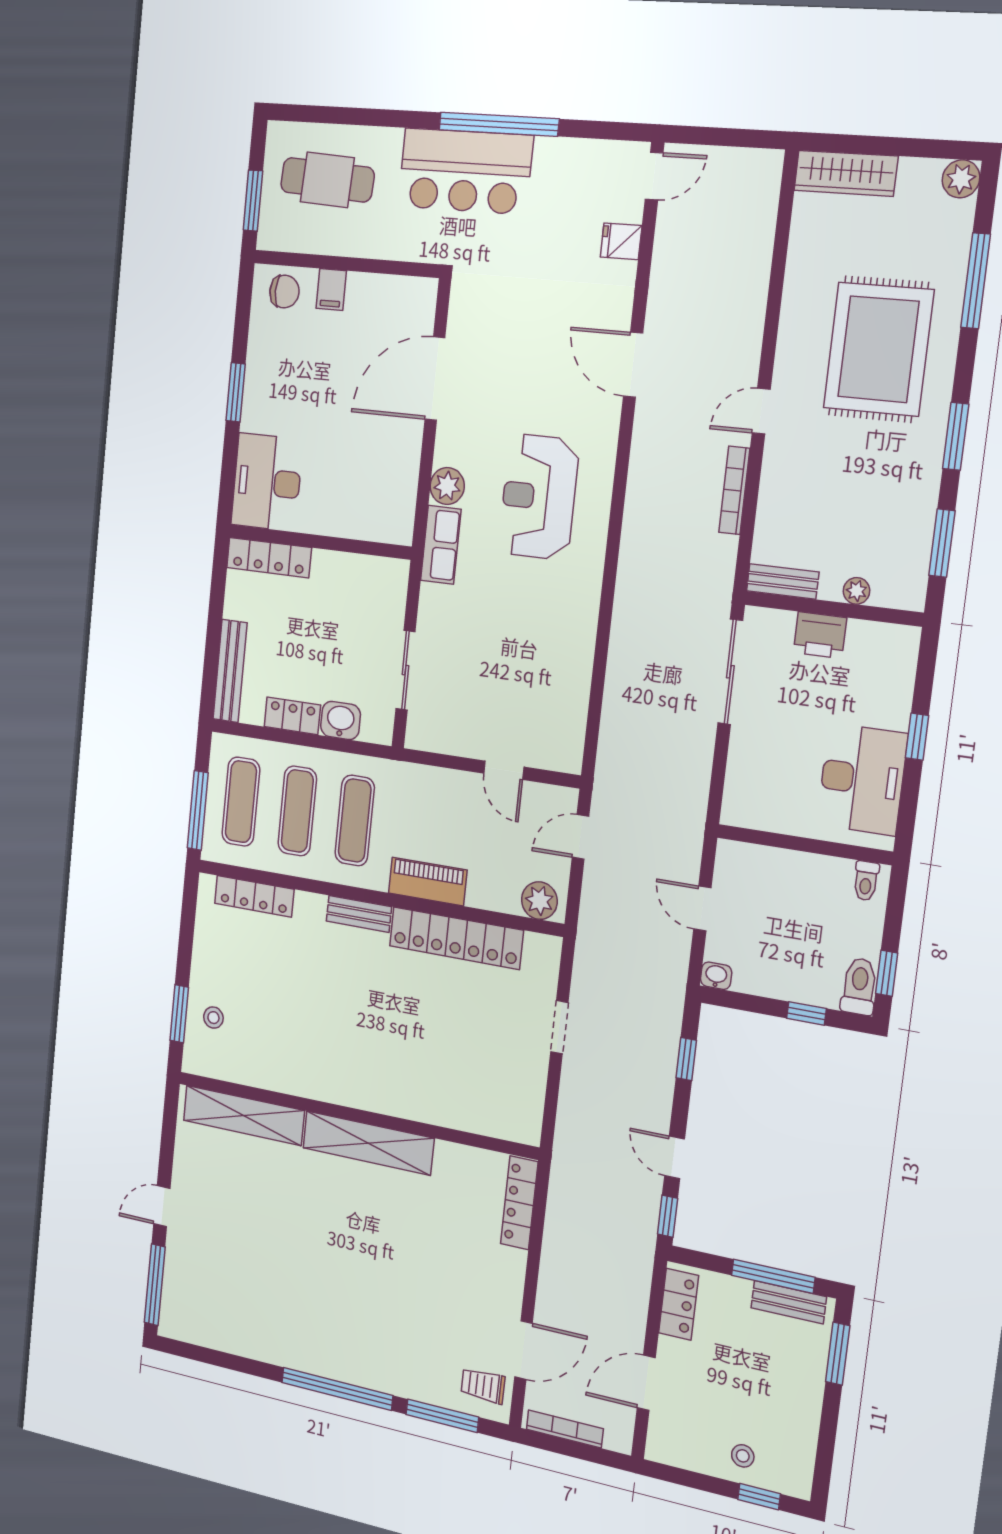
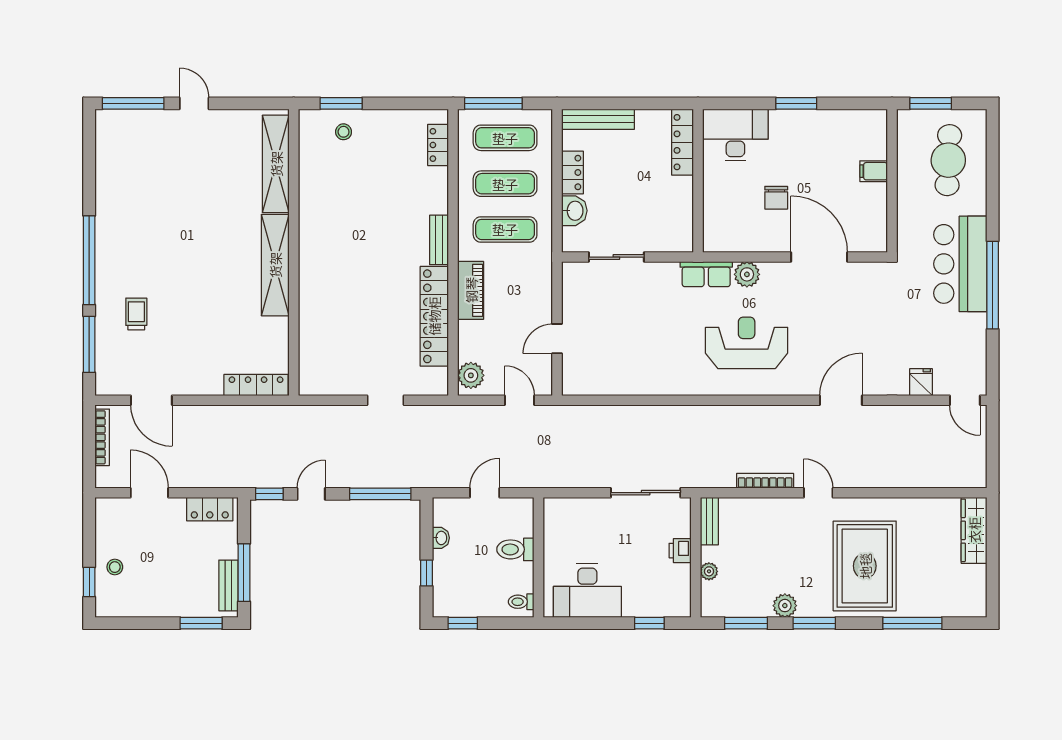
plant: (961, 179) -> (785, 606), moved
chair: (284, 292) -> (776, 198), moved
rug: (878, 349) -> (865, 566), turned 90
printer: (820, 635) -> (680, 551), width x0.73, depth x0.81
window: (917, 737) -> (649, 623), moved
locker: (254, 896) -> (438, 145), width x0.66
washbasin: (716, 976) -> (441, 538), moved
toilet: (859, 986) -> (515, 549), moved, turned 180
window: (686, 1059) -> (380, 494), width x2.17
trolley: (483, 1386) -> (136, 314), moved

